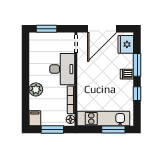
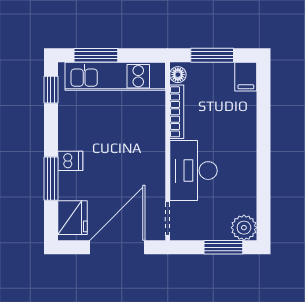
plant: (36, 89) -> (244, 228), moved
window: (137, 94) -> (51, 90), moved

